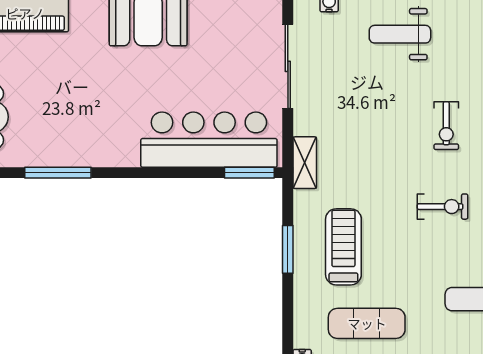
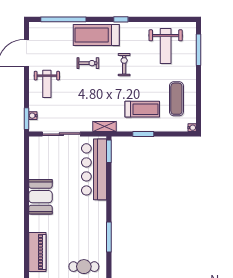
treadmill: (343, 247) -> (142, 109), turned 180

